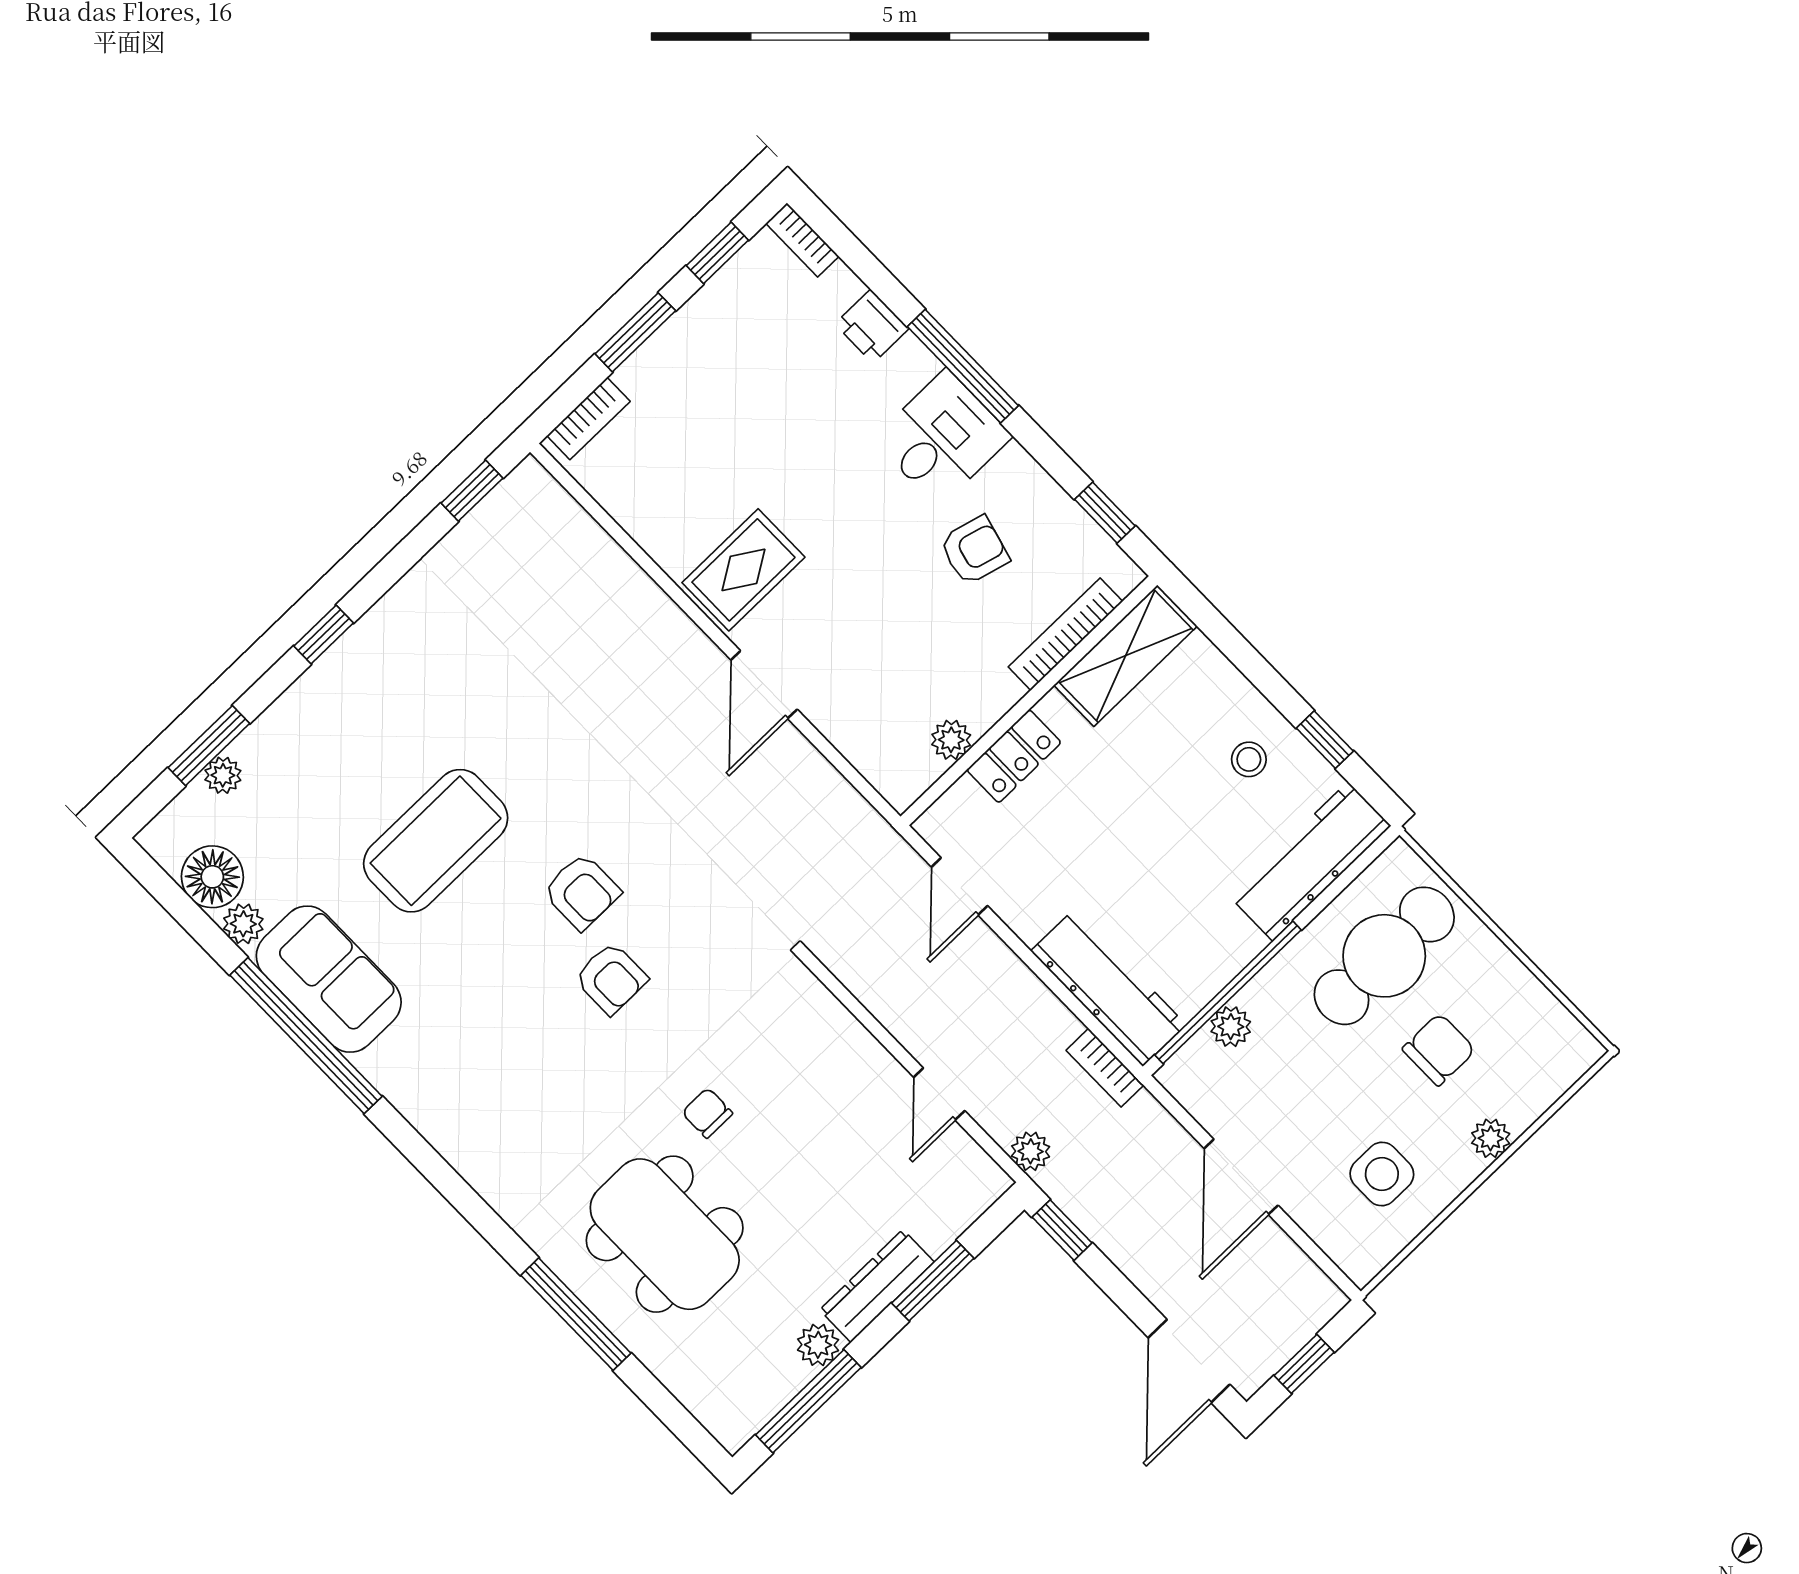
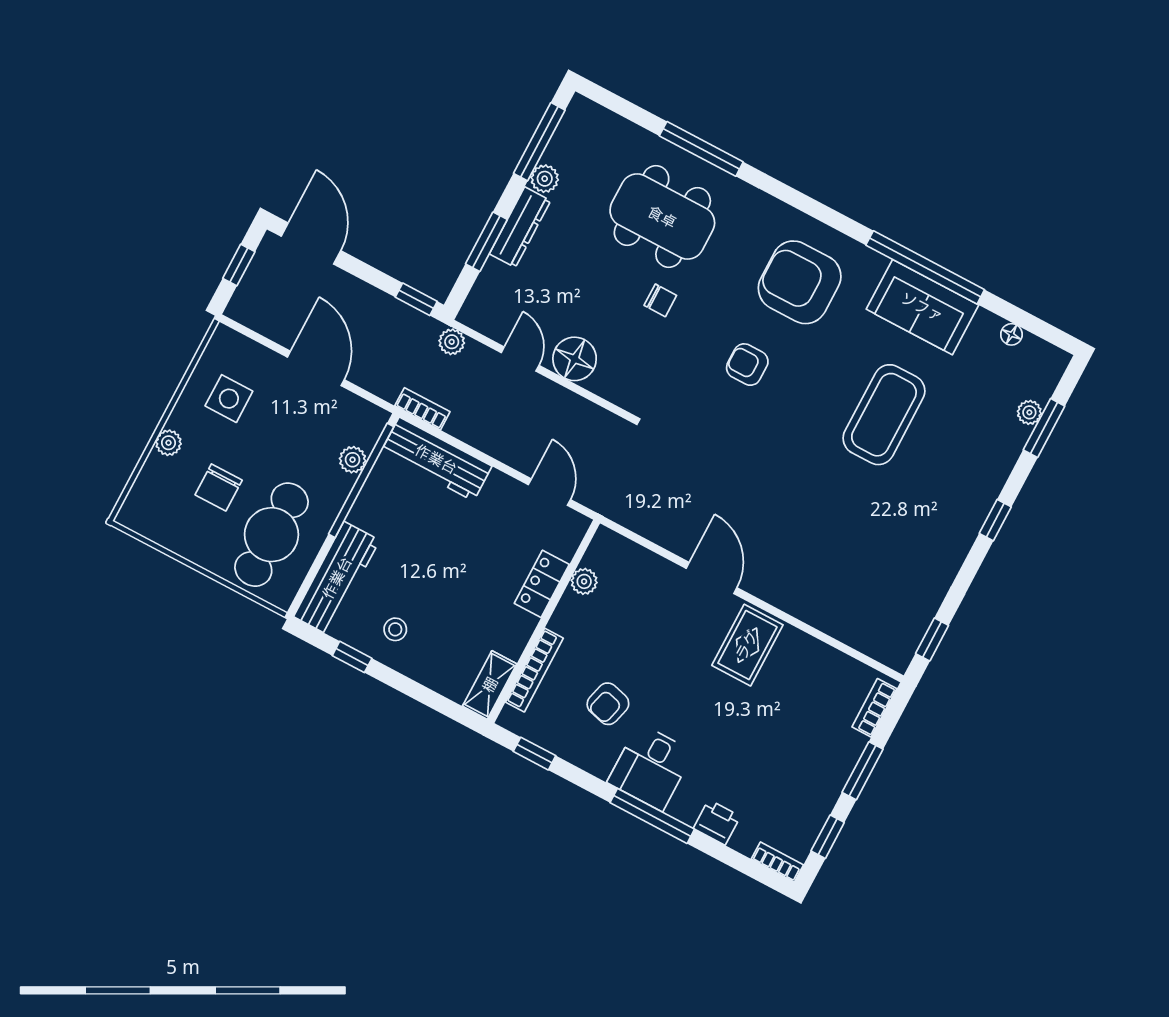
shelving: (1126, 656) -> (490, 685), width x0.67, depth x0.75
floor lamp: (212, 877) -> (1011, 334), width x0.53, depth x0.53
armchair: (582, 892) -> (800, 282), moved, width x1.88, depth x1.88
plant: (243, 924) -> (987, 324), removed
floor lamp: (860, 1068) -> (575, 359), added

